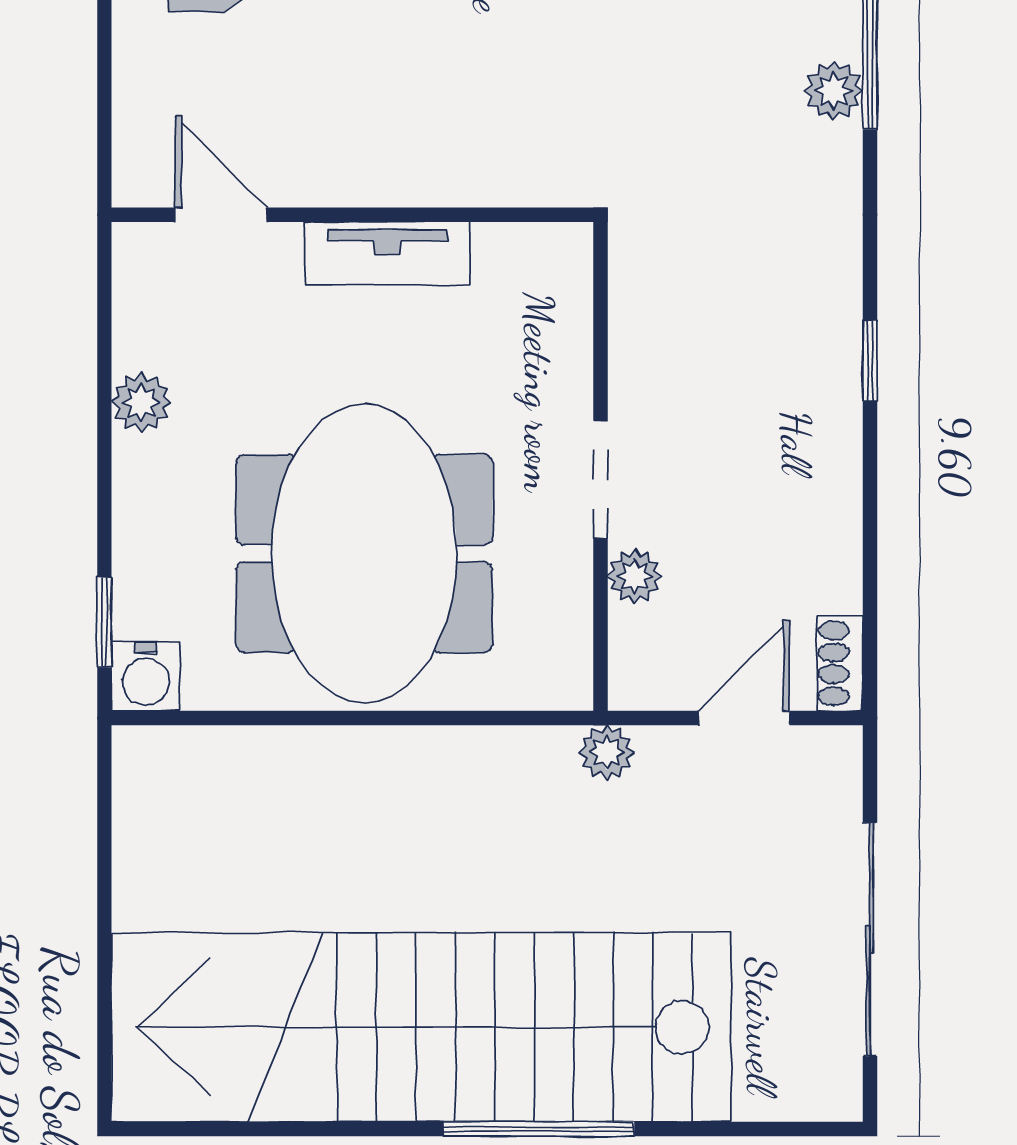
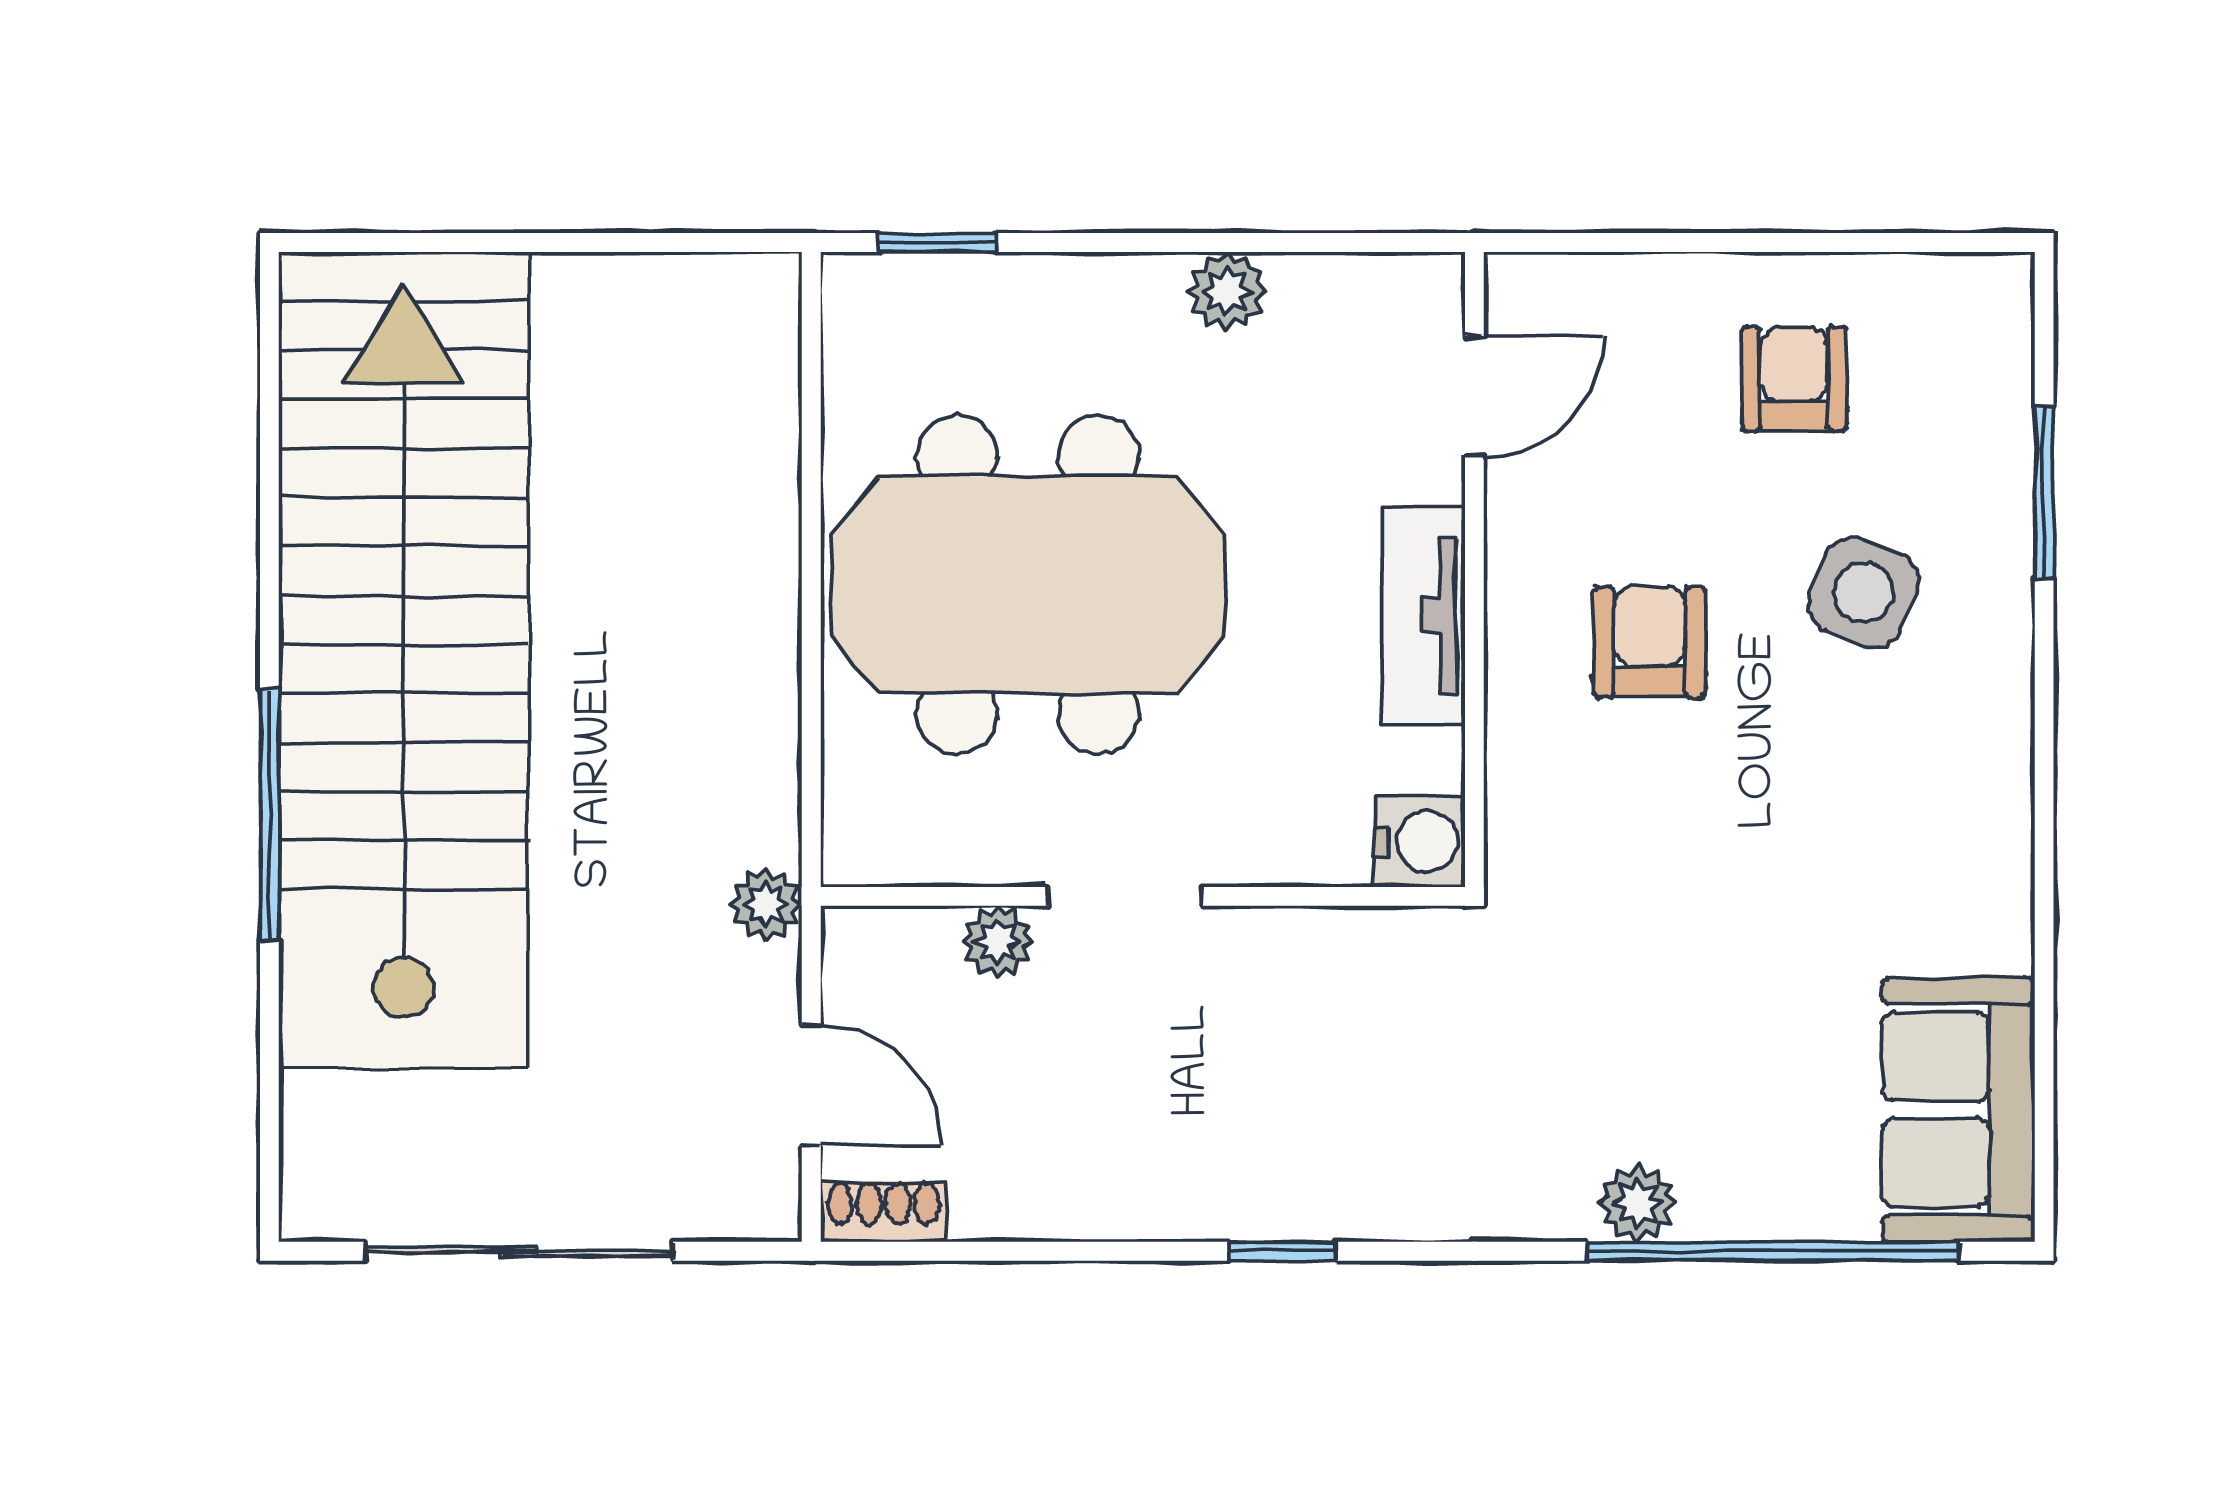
armchair: (407, 82) -> (1649, 642), added
water cooler: (146, 677) -> (1420, 842), moved, turned 180

